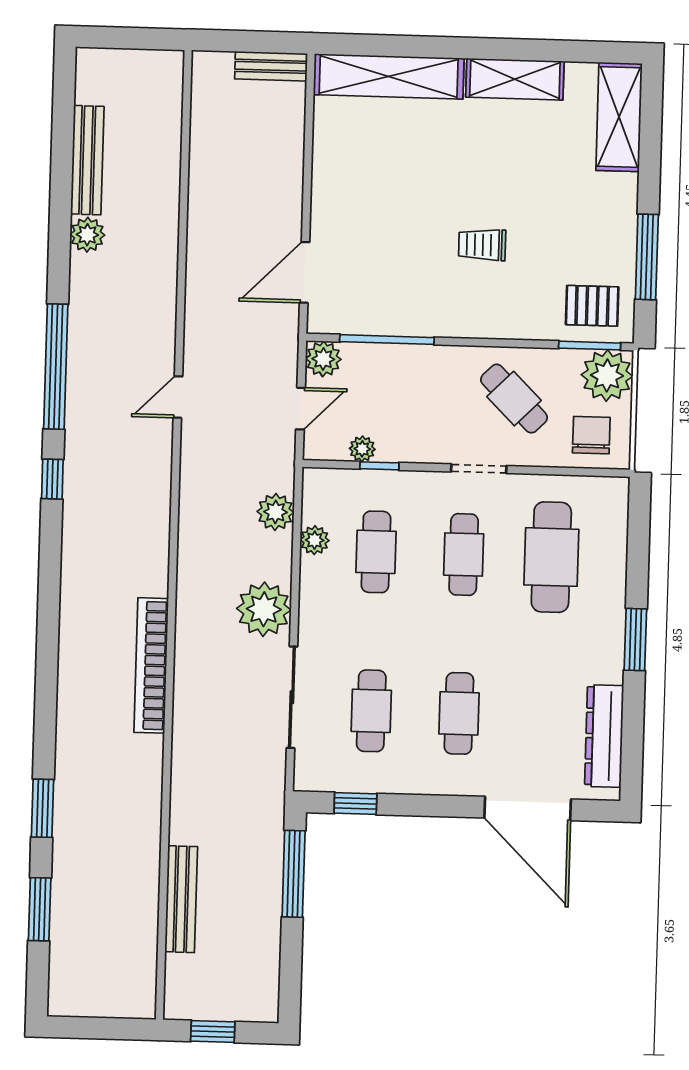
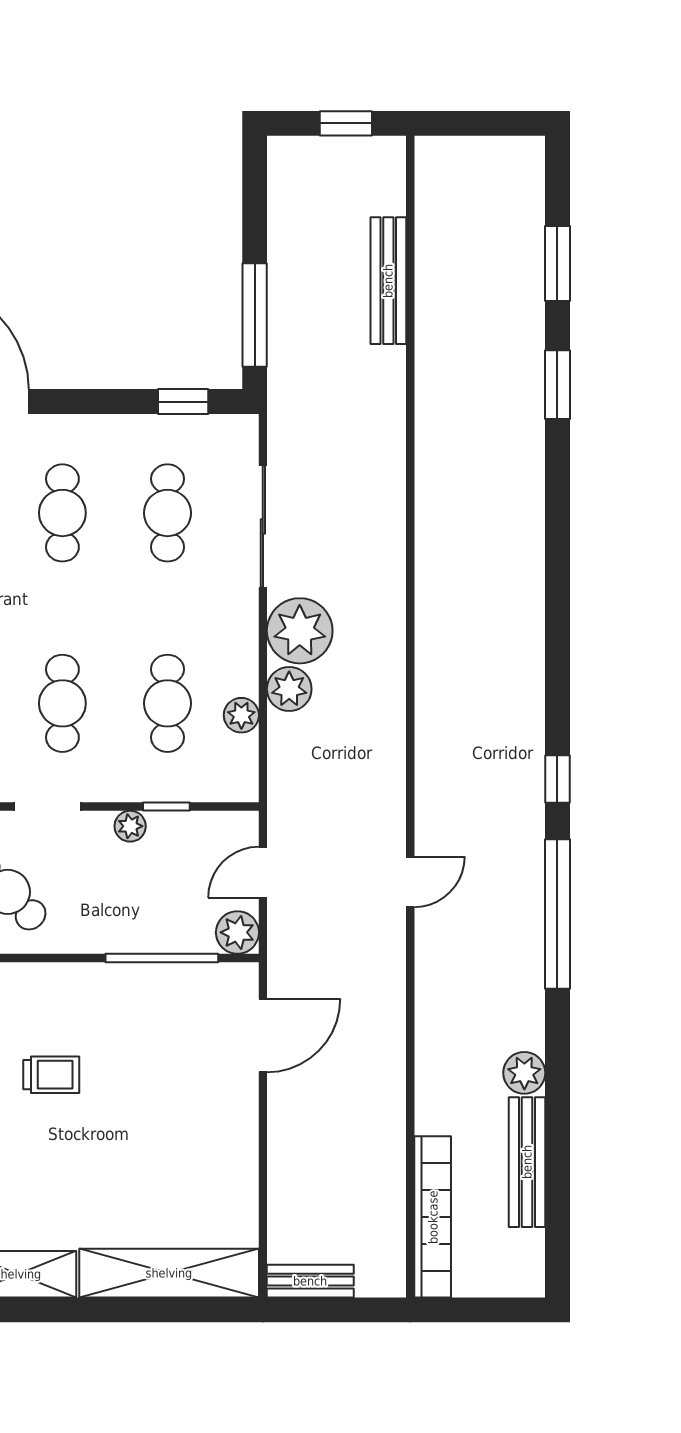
plant: (362, 449) -> (130, 826), moved
plant: (275, 512) -> (289, 689), moved
bookcase: (151, 665) -> (433, 1217), moved

